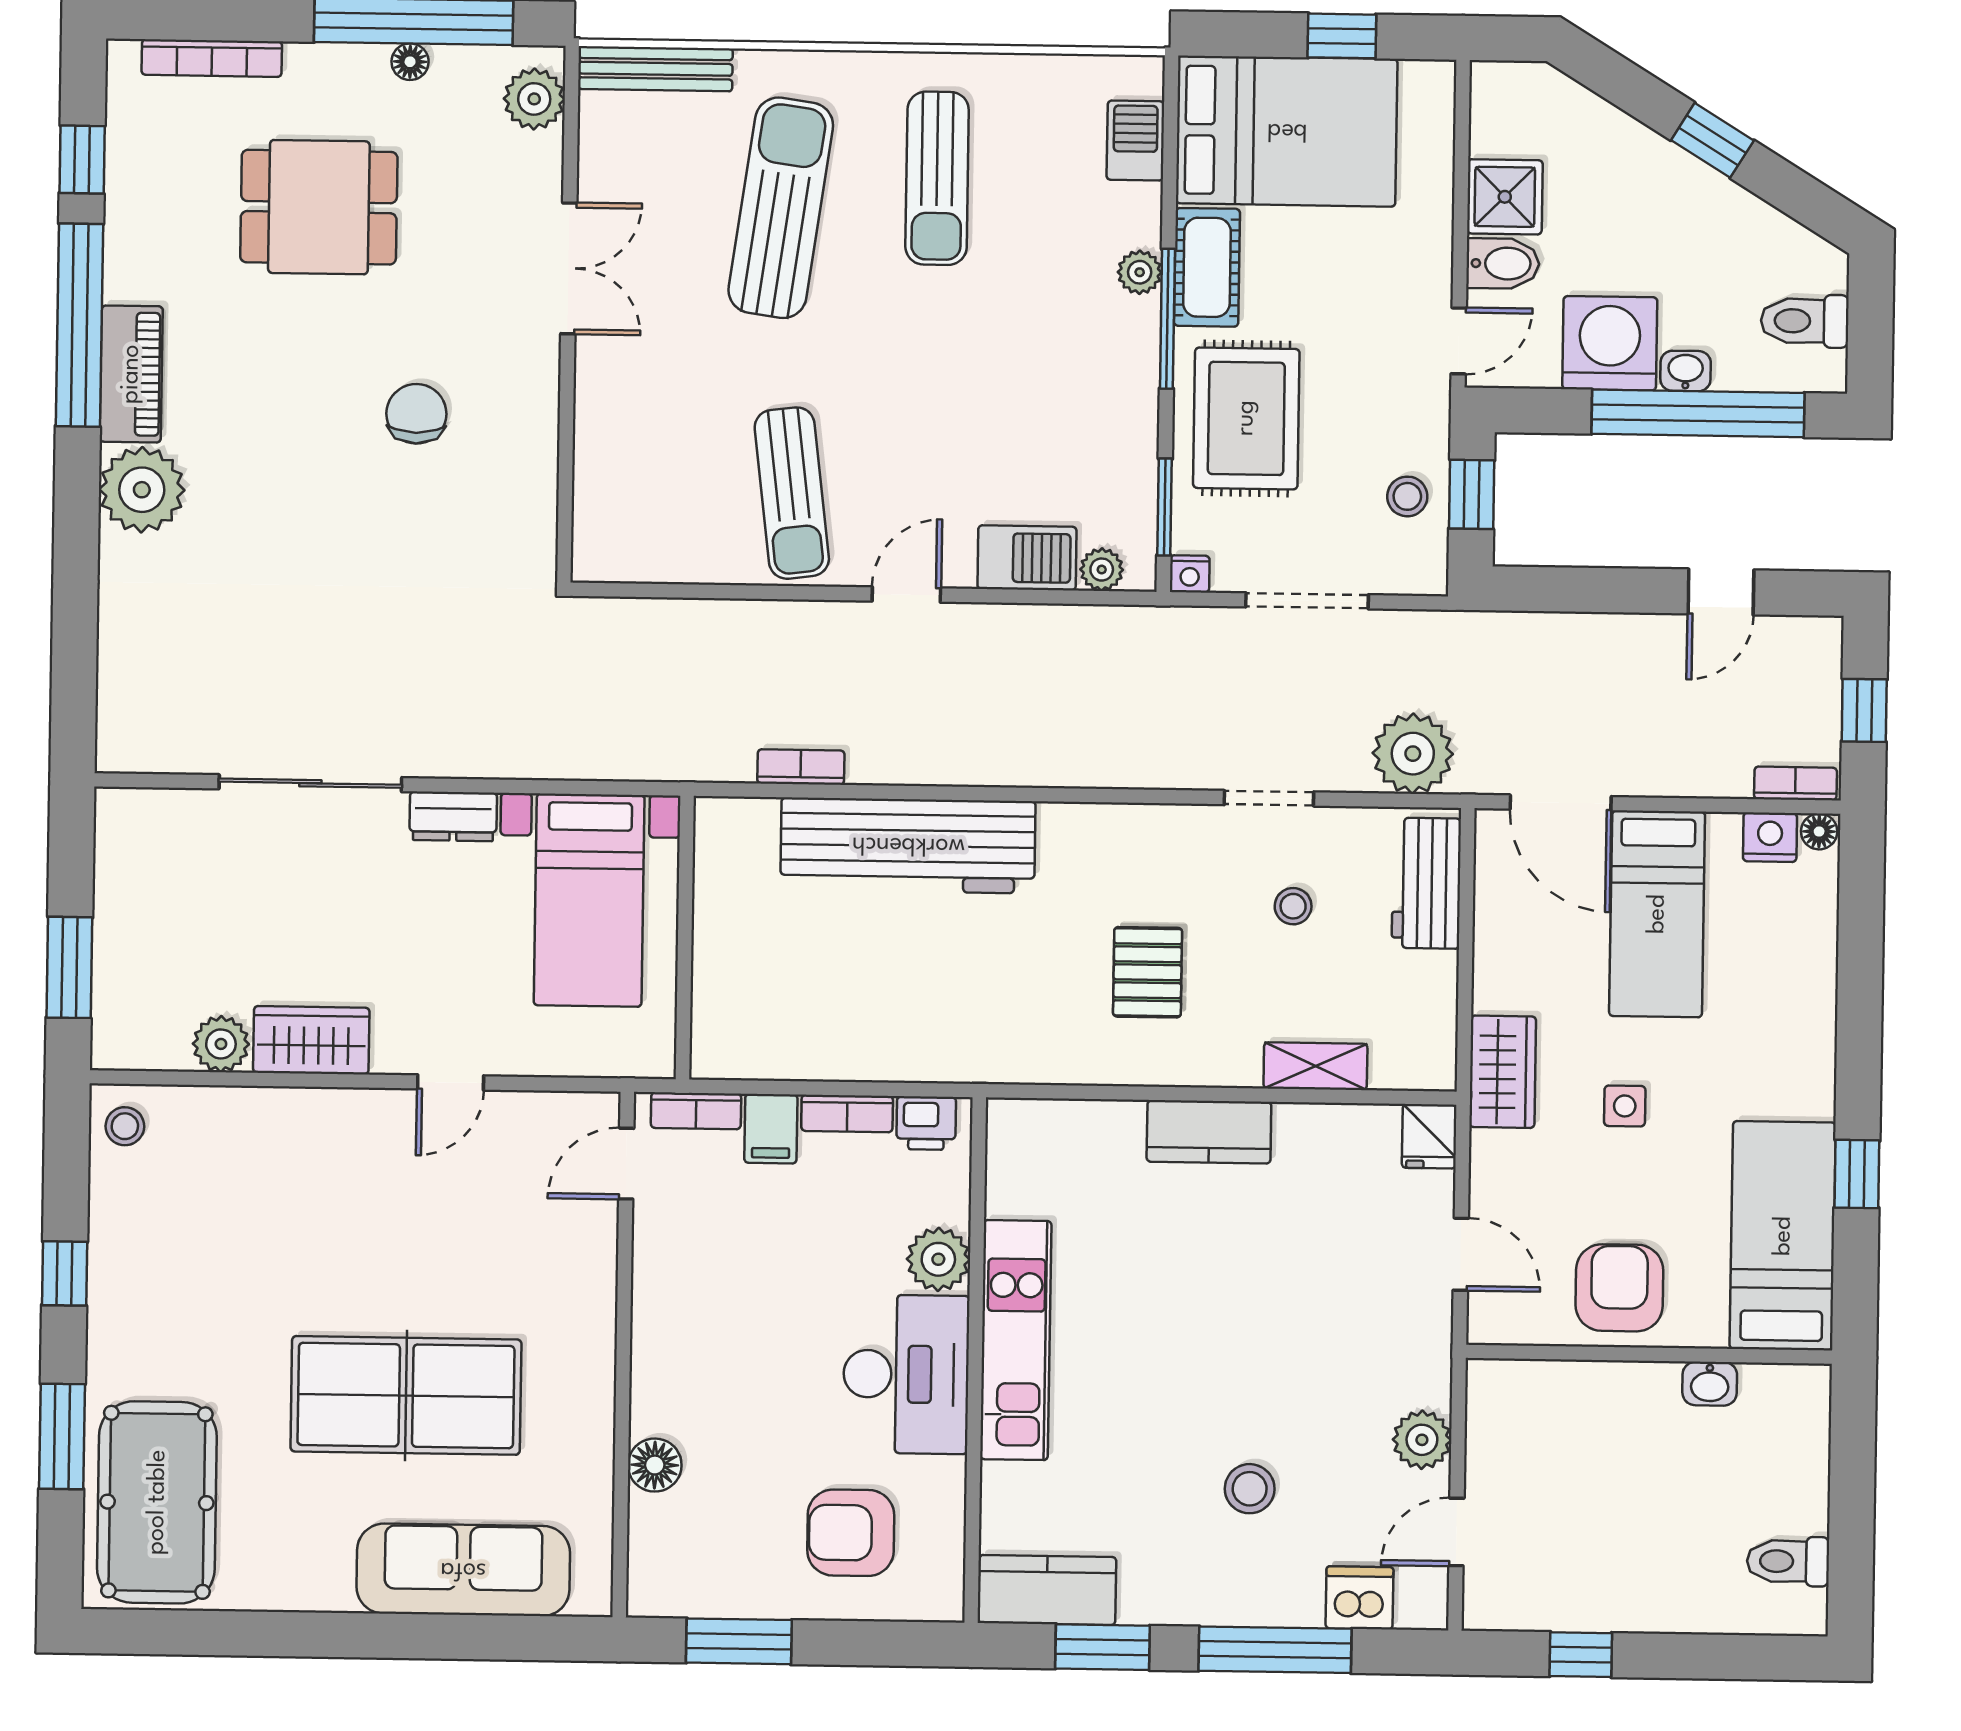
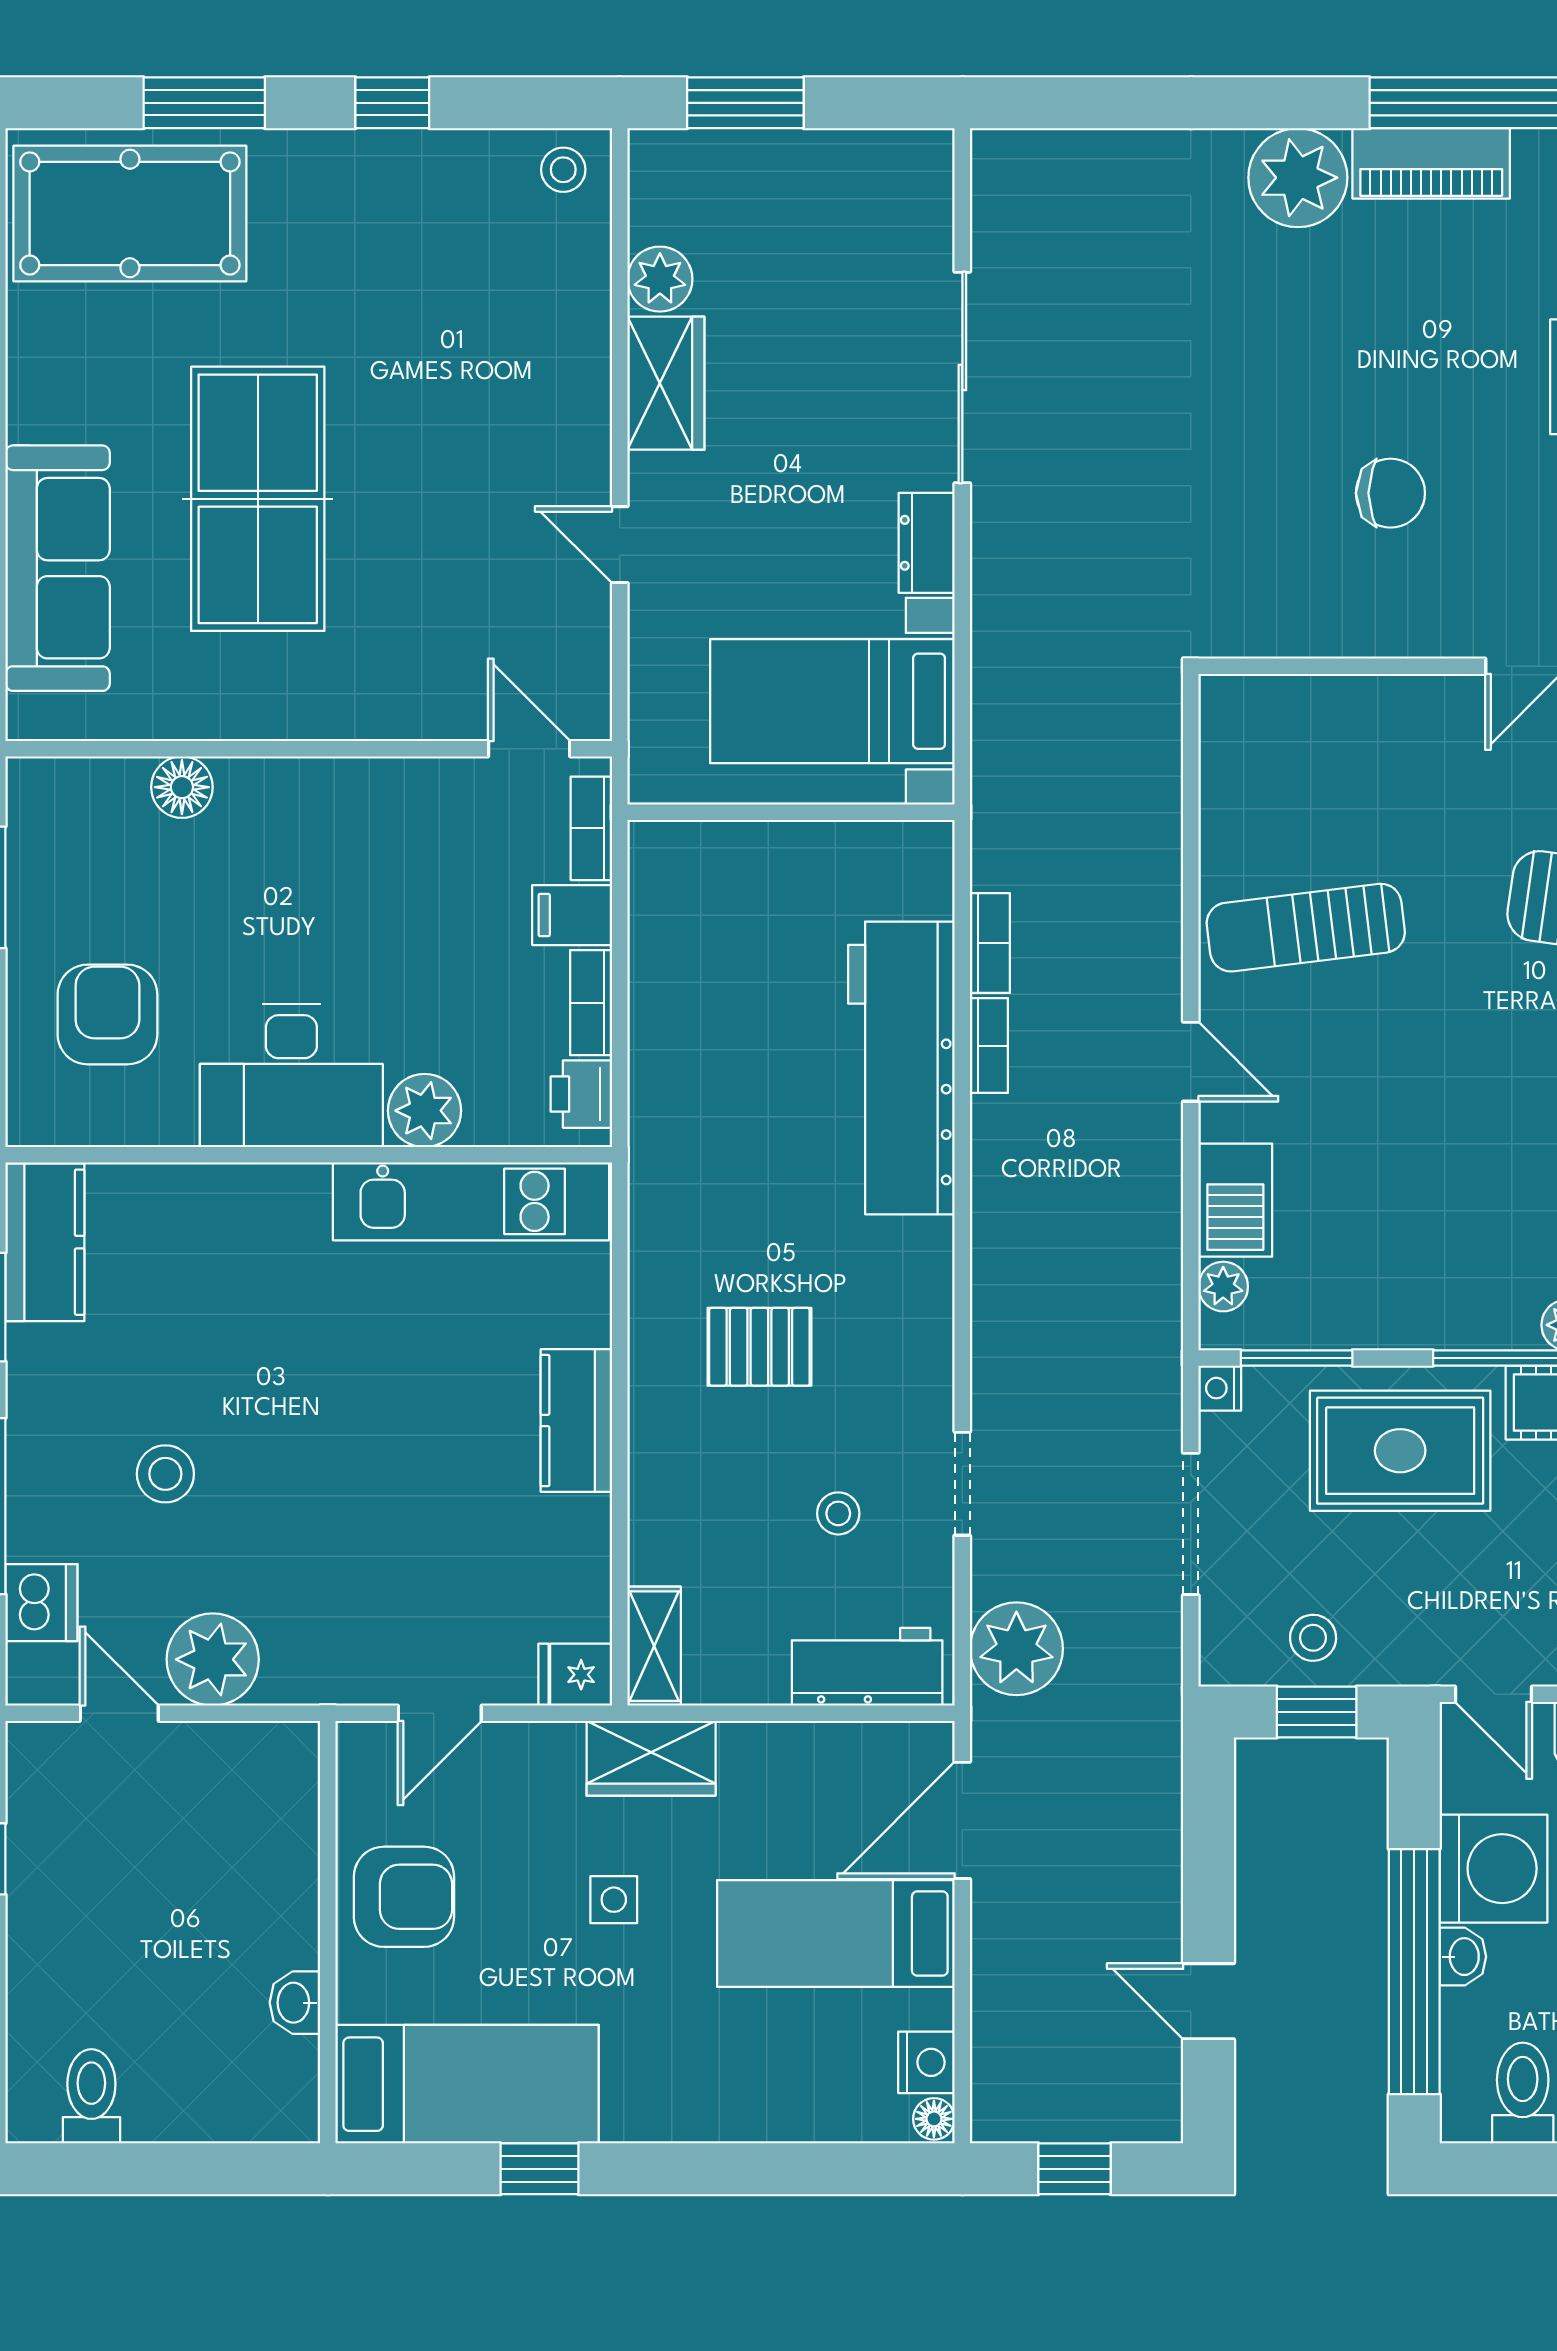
bookcase: (1795, 783) -> (989, 1046), moved
shelving: (1315, 1066) -> (654, 1646), moved
kitchen unit: (1016, 1340) -> (471, 1201), moved
plant: (1422, 1440) -> (213, 1659), width x1.36, depth x1.36

